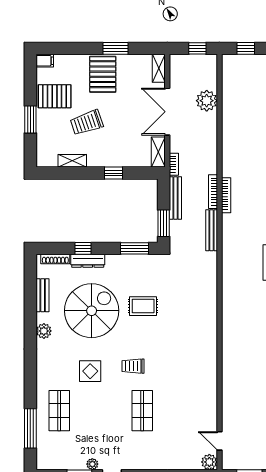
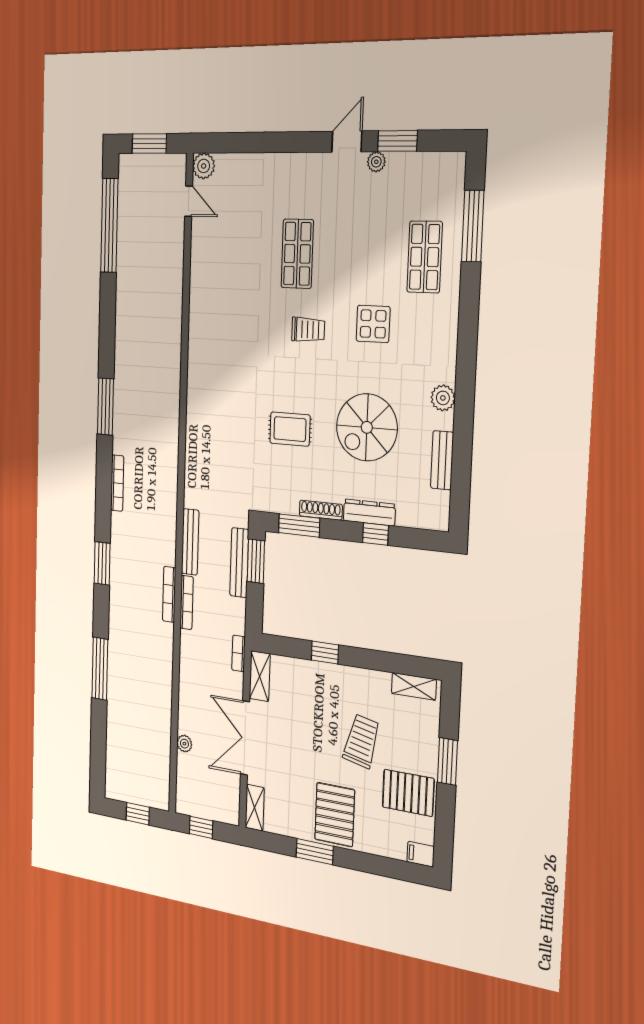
plant: (207, 101) -> (184, 744), width x0.53, depth x0.53
double door: (167, 112) -> (245, 738), swing flipped
trolley: (87, 123) -> (361, 741), turned -58
shelving: (72, 161) -> (414, 686), moved
bench: (175, 198) -> (239, 563), moved
shoe rack: (55, 259) -> (321, 510), moved
spiral stairs: (92, 311) -> (367, 427), width x0.73, depth x0.73

